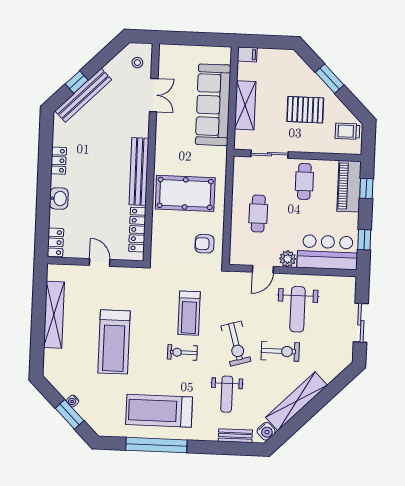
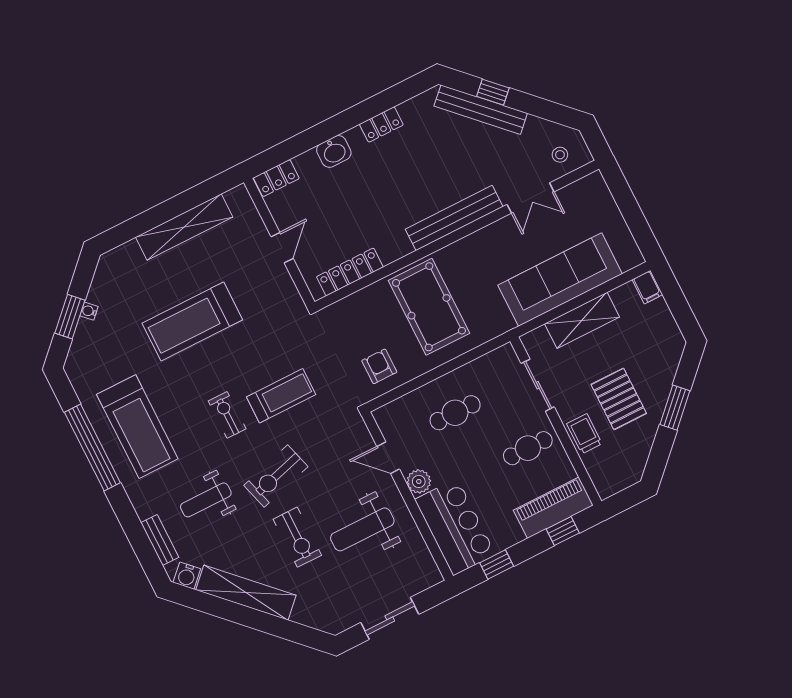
trolley: (347, 131) -> (584, 434), moved
bench: (139, 171) -> (454, 218), moved
treadmill: (189, 313) -> (281, 396), turned 180
treadmill: (159, 411) -> (137, 427), turned 180

